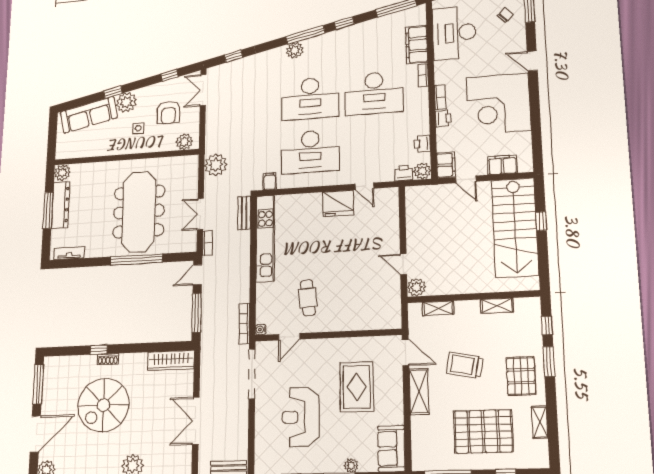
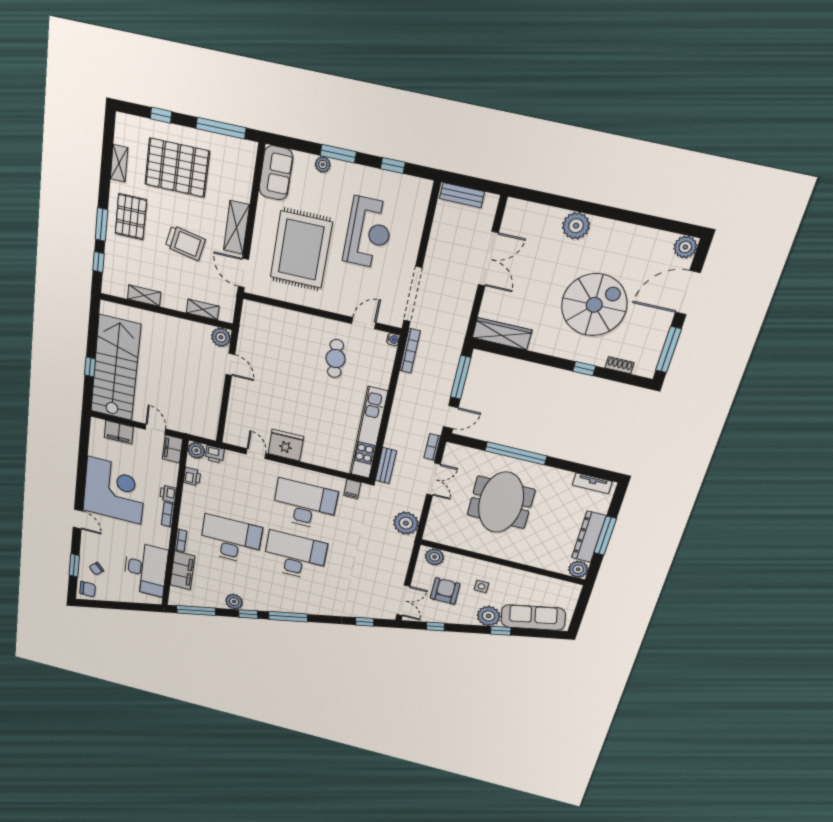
plant: (295, 50) -> (234, 602), moved
meeting table: (139, 212) -> (501, 502), width x0.73
shoe rack: (108, 359) -> (620, 365), moved
rug: (357, 387) -> (301, 250), width x1.37, depth x1.44

